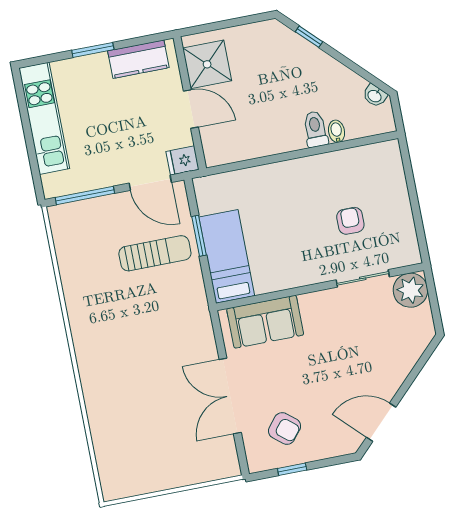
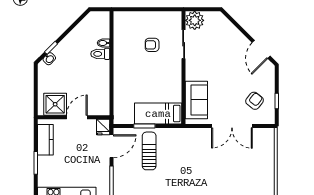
washbasin: (375, 96) -> (49, 59), moved

